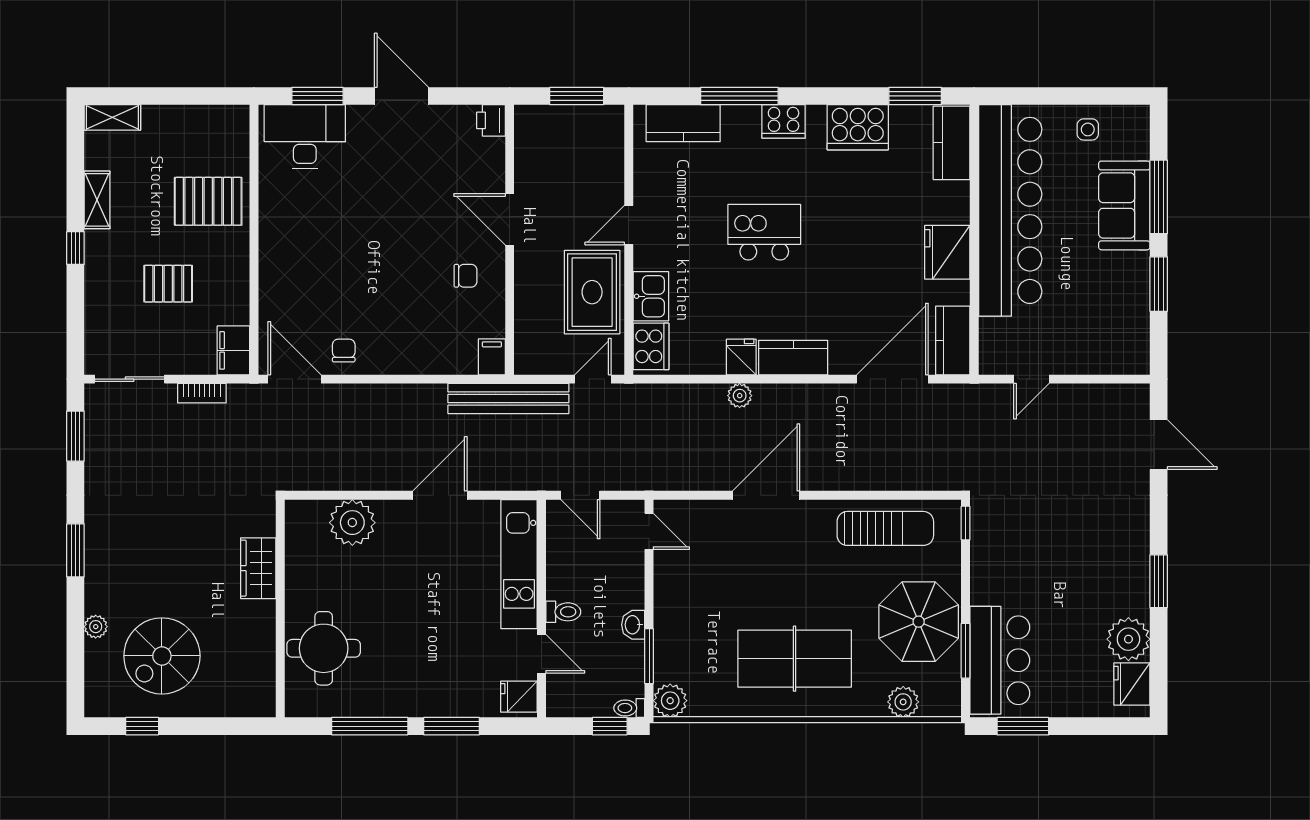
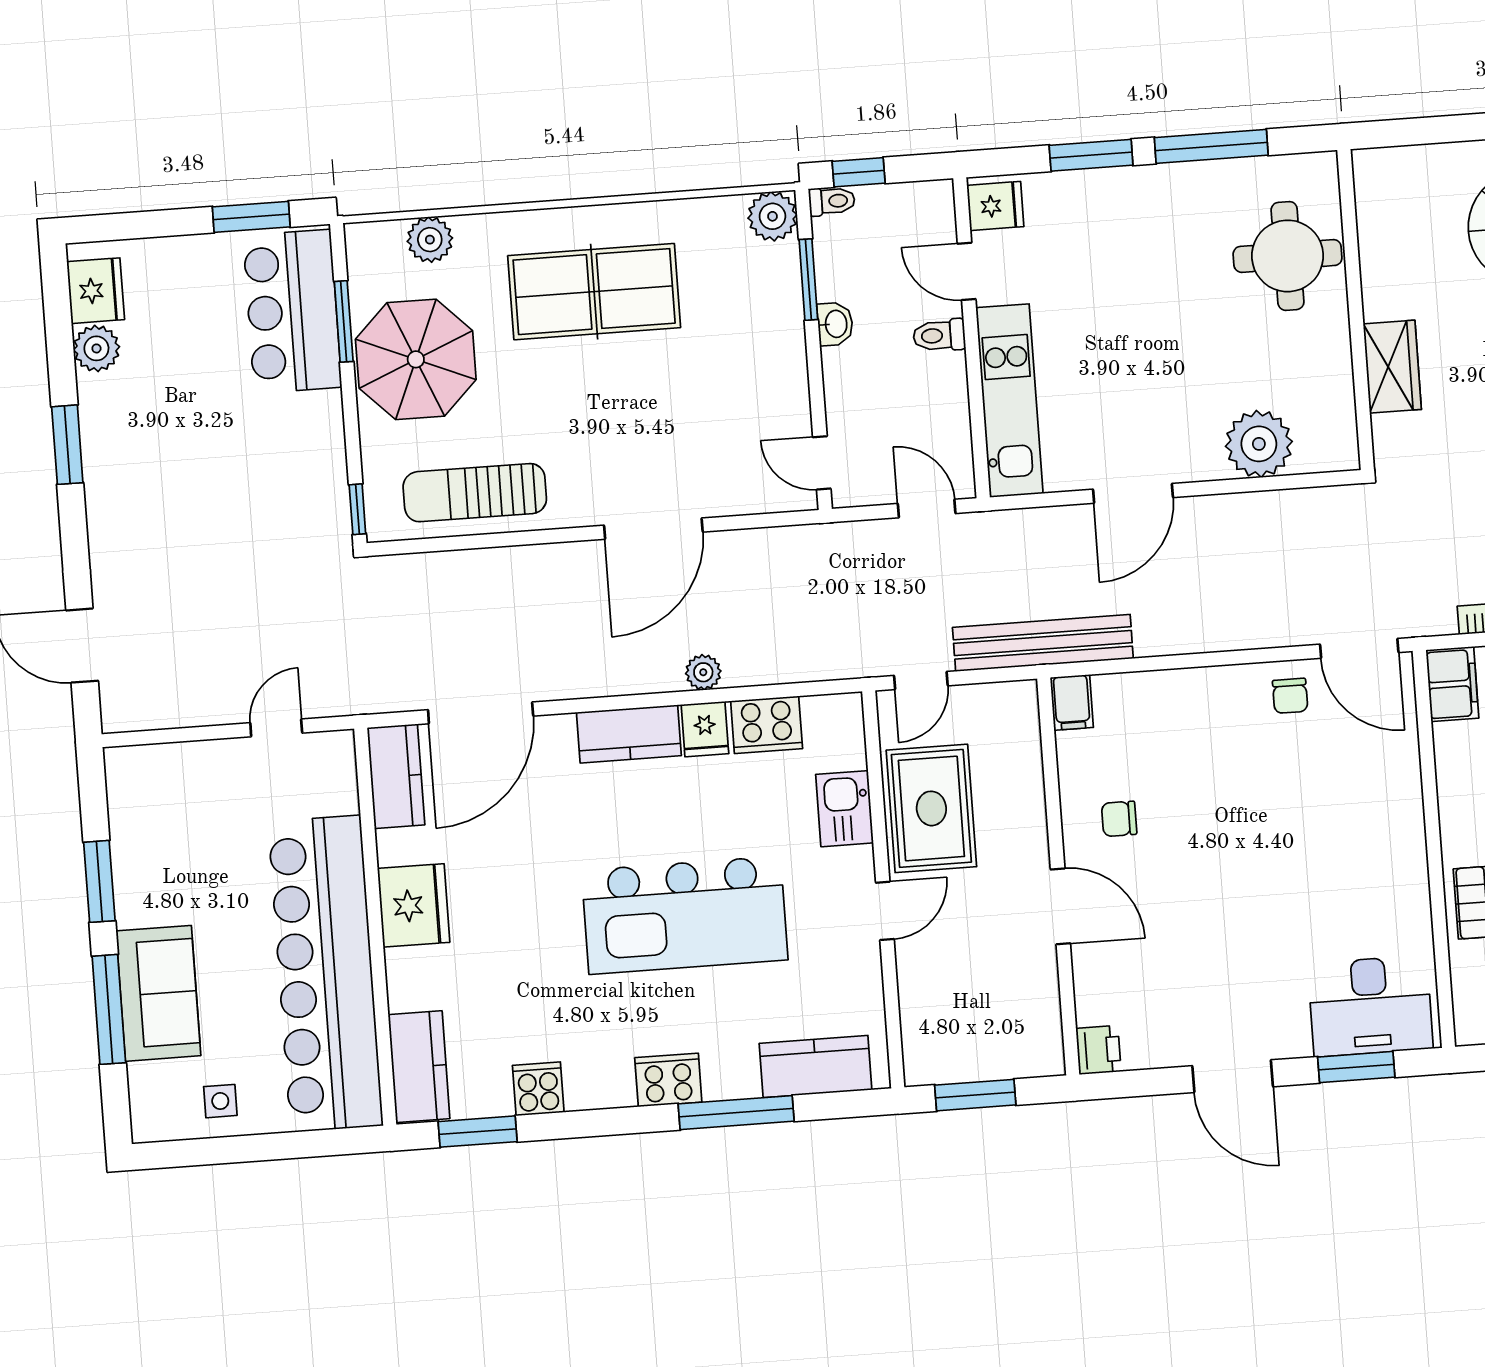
cooker: (858, 127) -> (538, 1089), width x0.53, depth x0.76
kitchen island: (764, 232) -> (685, 915), width x1.87, depth x1.28
cooker: (651, 346) -> (767, 725), moved, turned -90
plant: (1128, 639) -> (96, 348), width x0.73, depth x0.73

